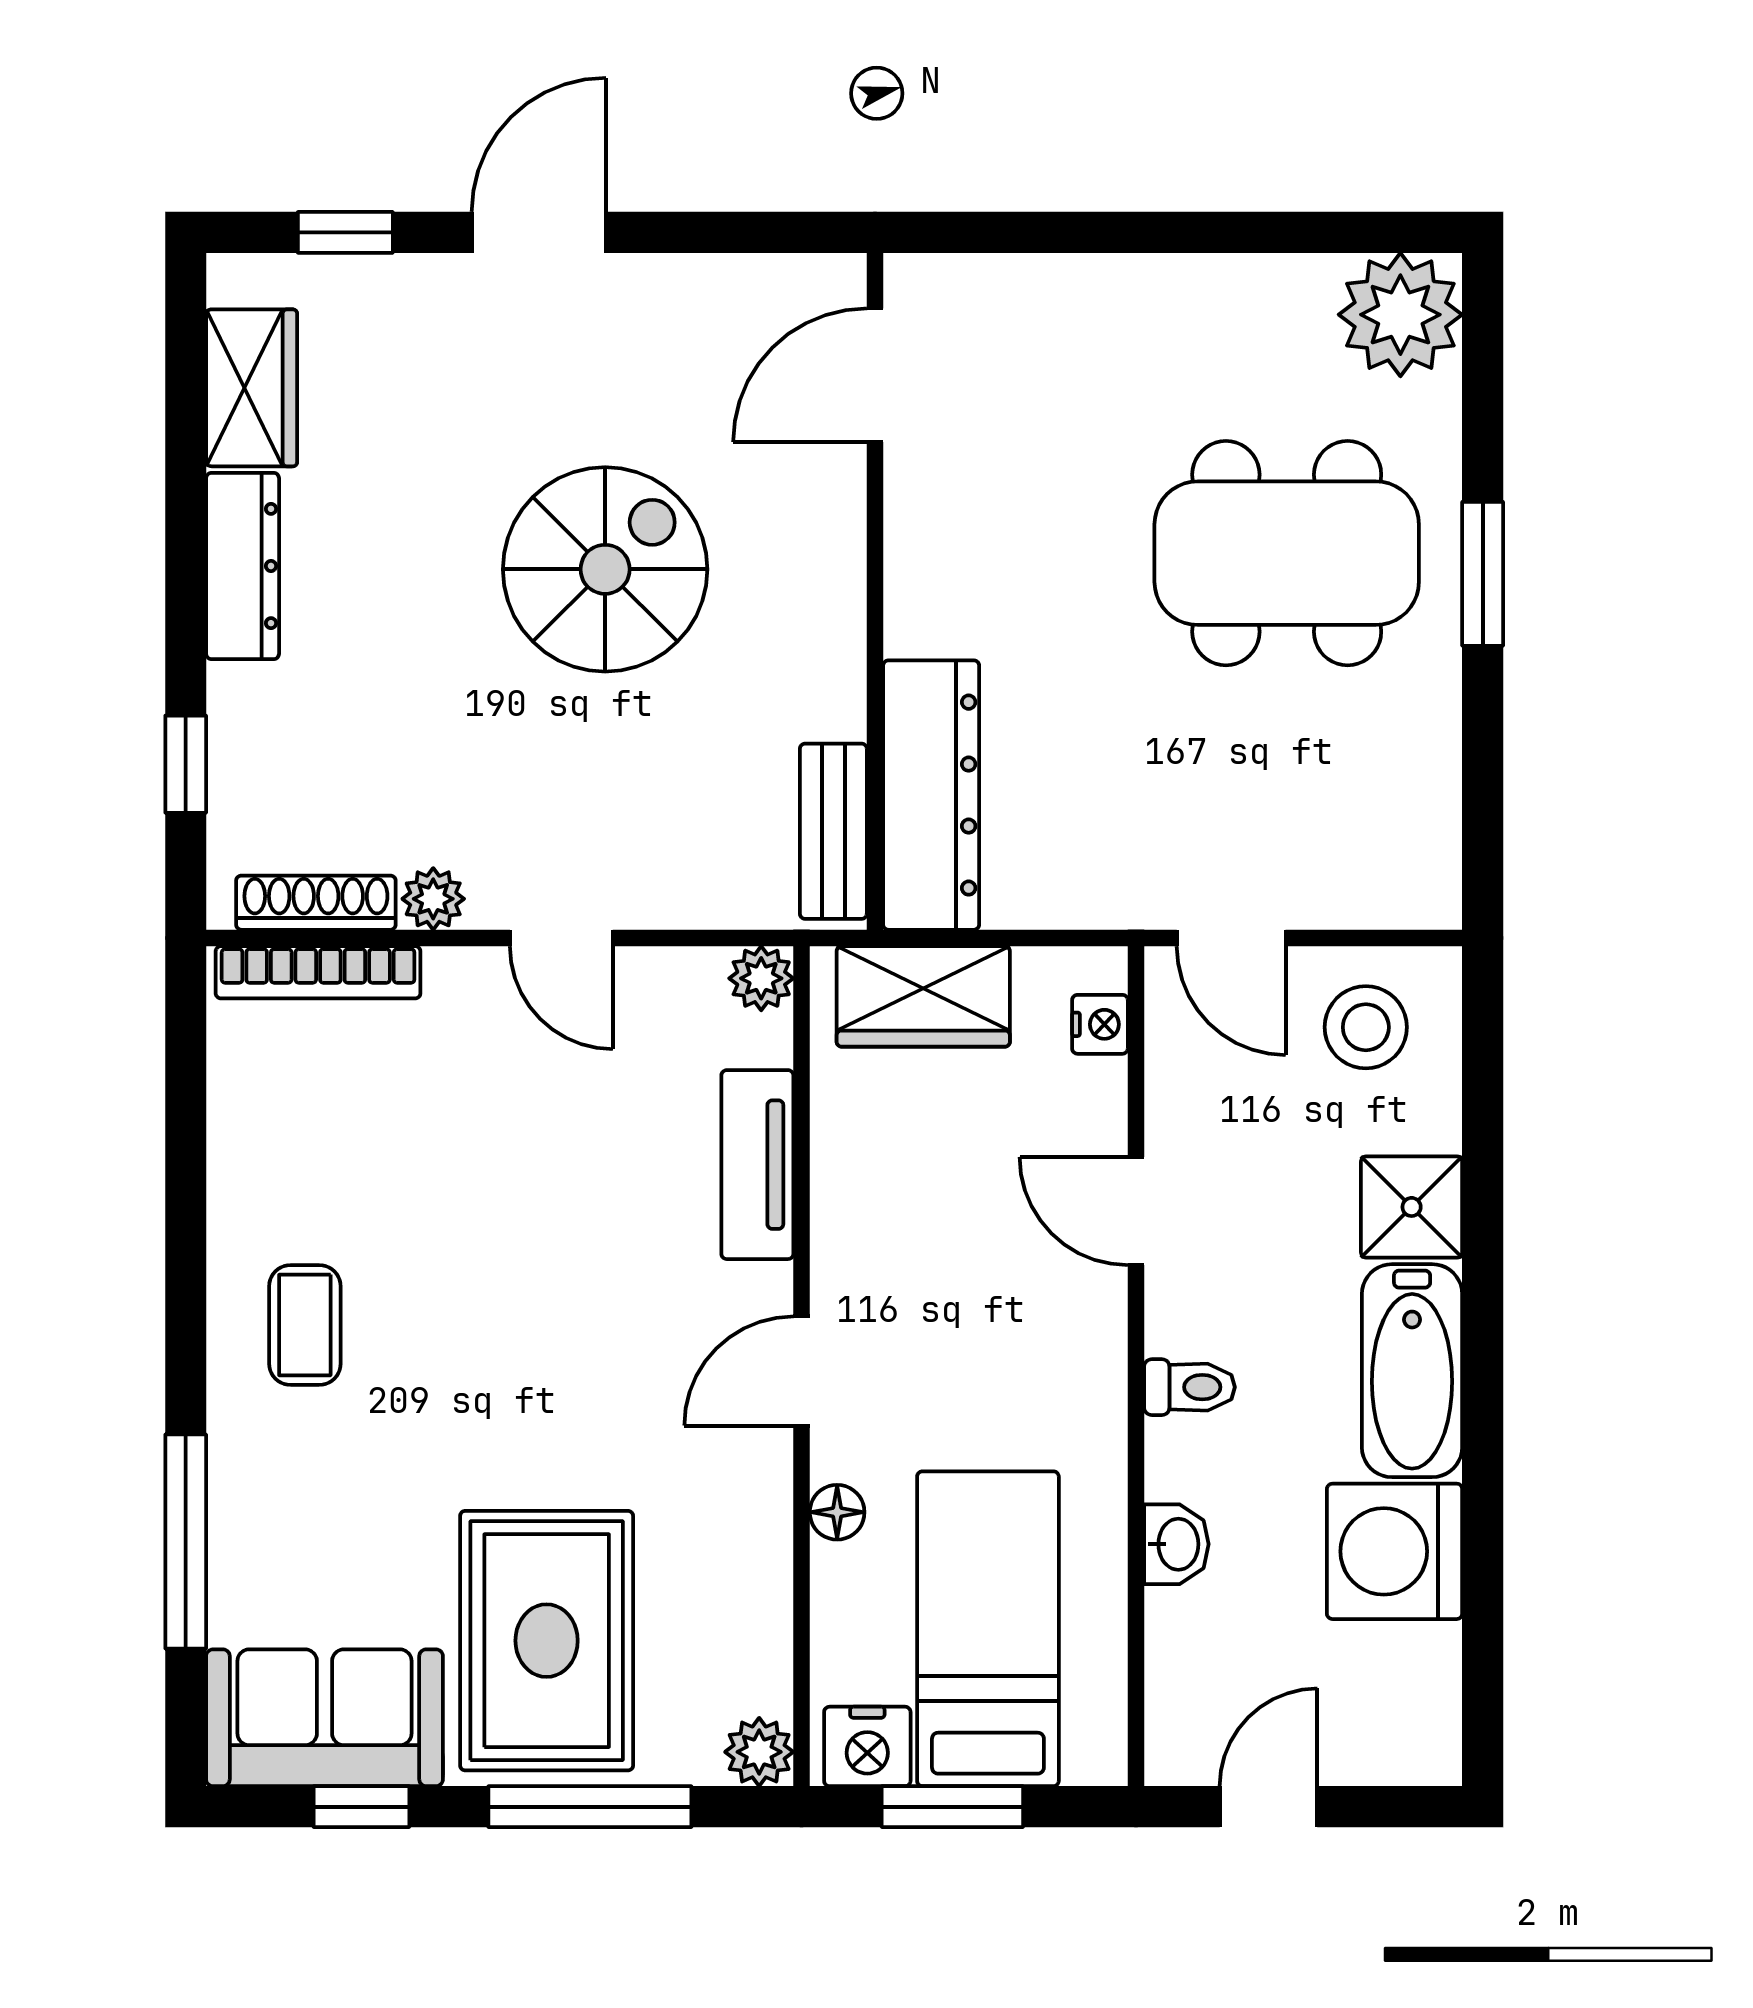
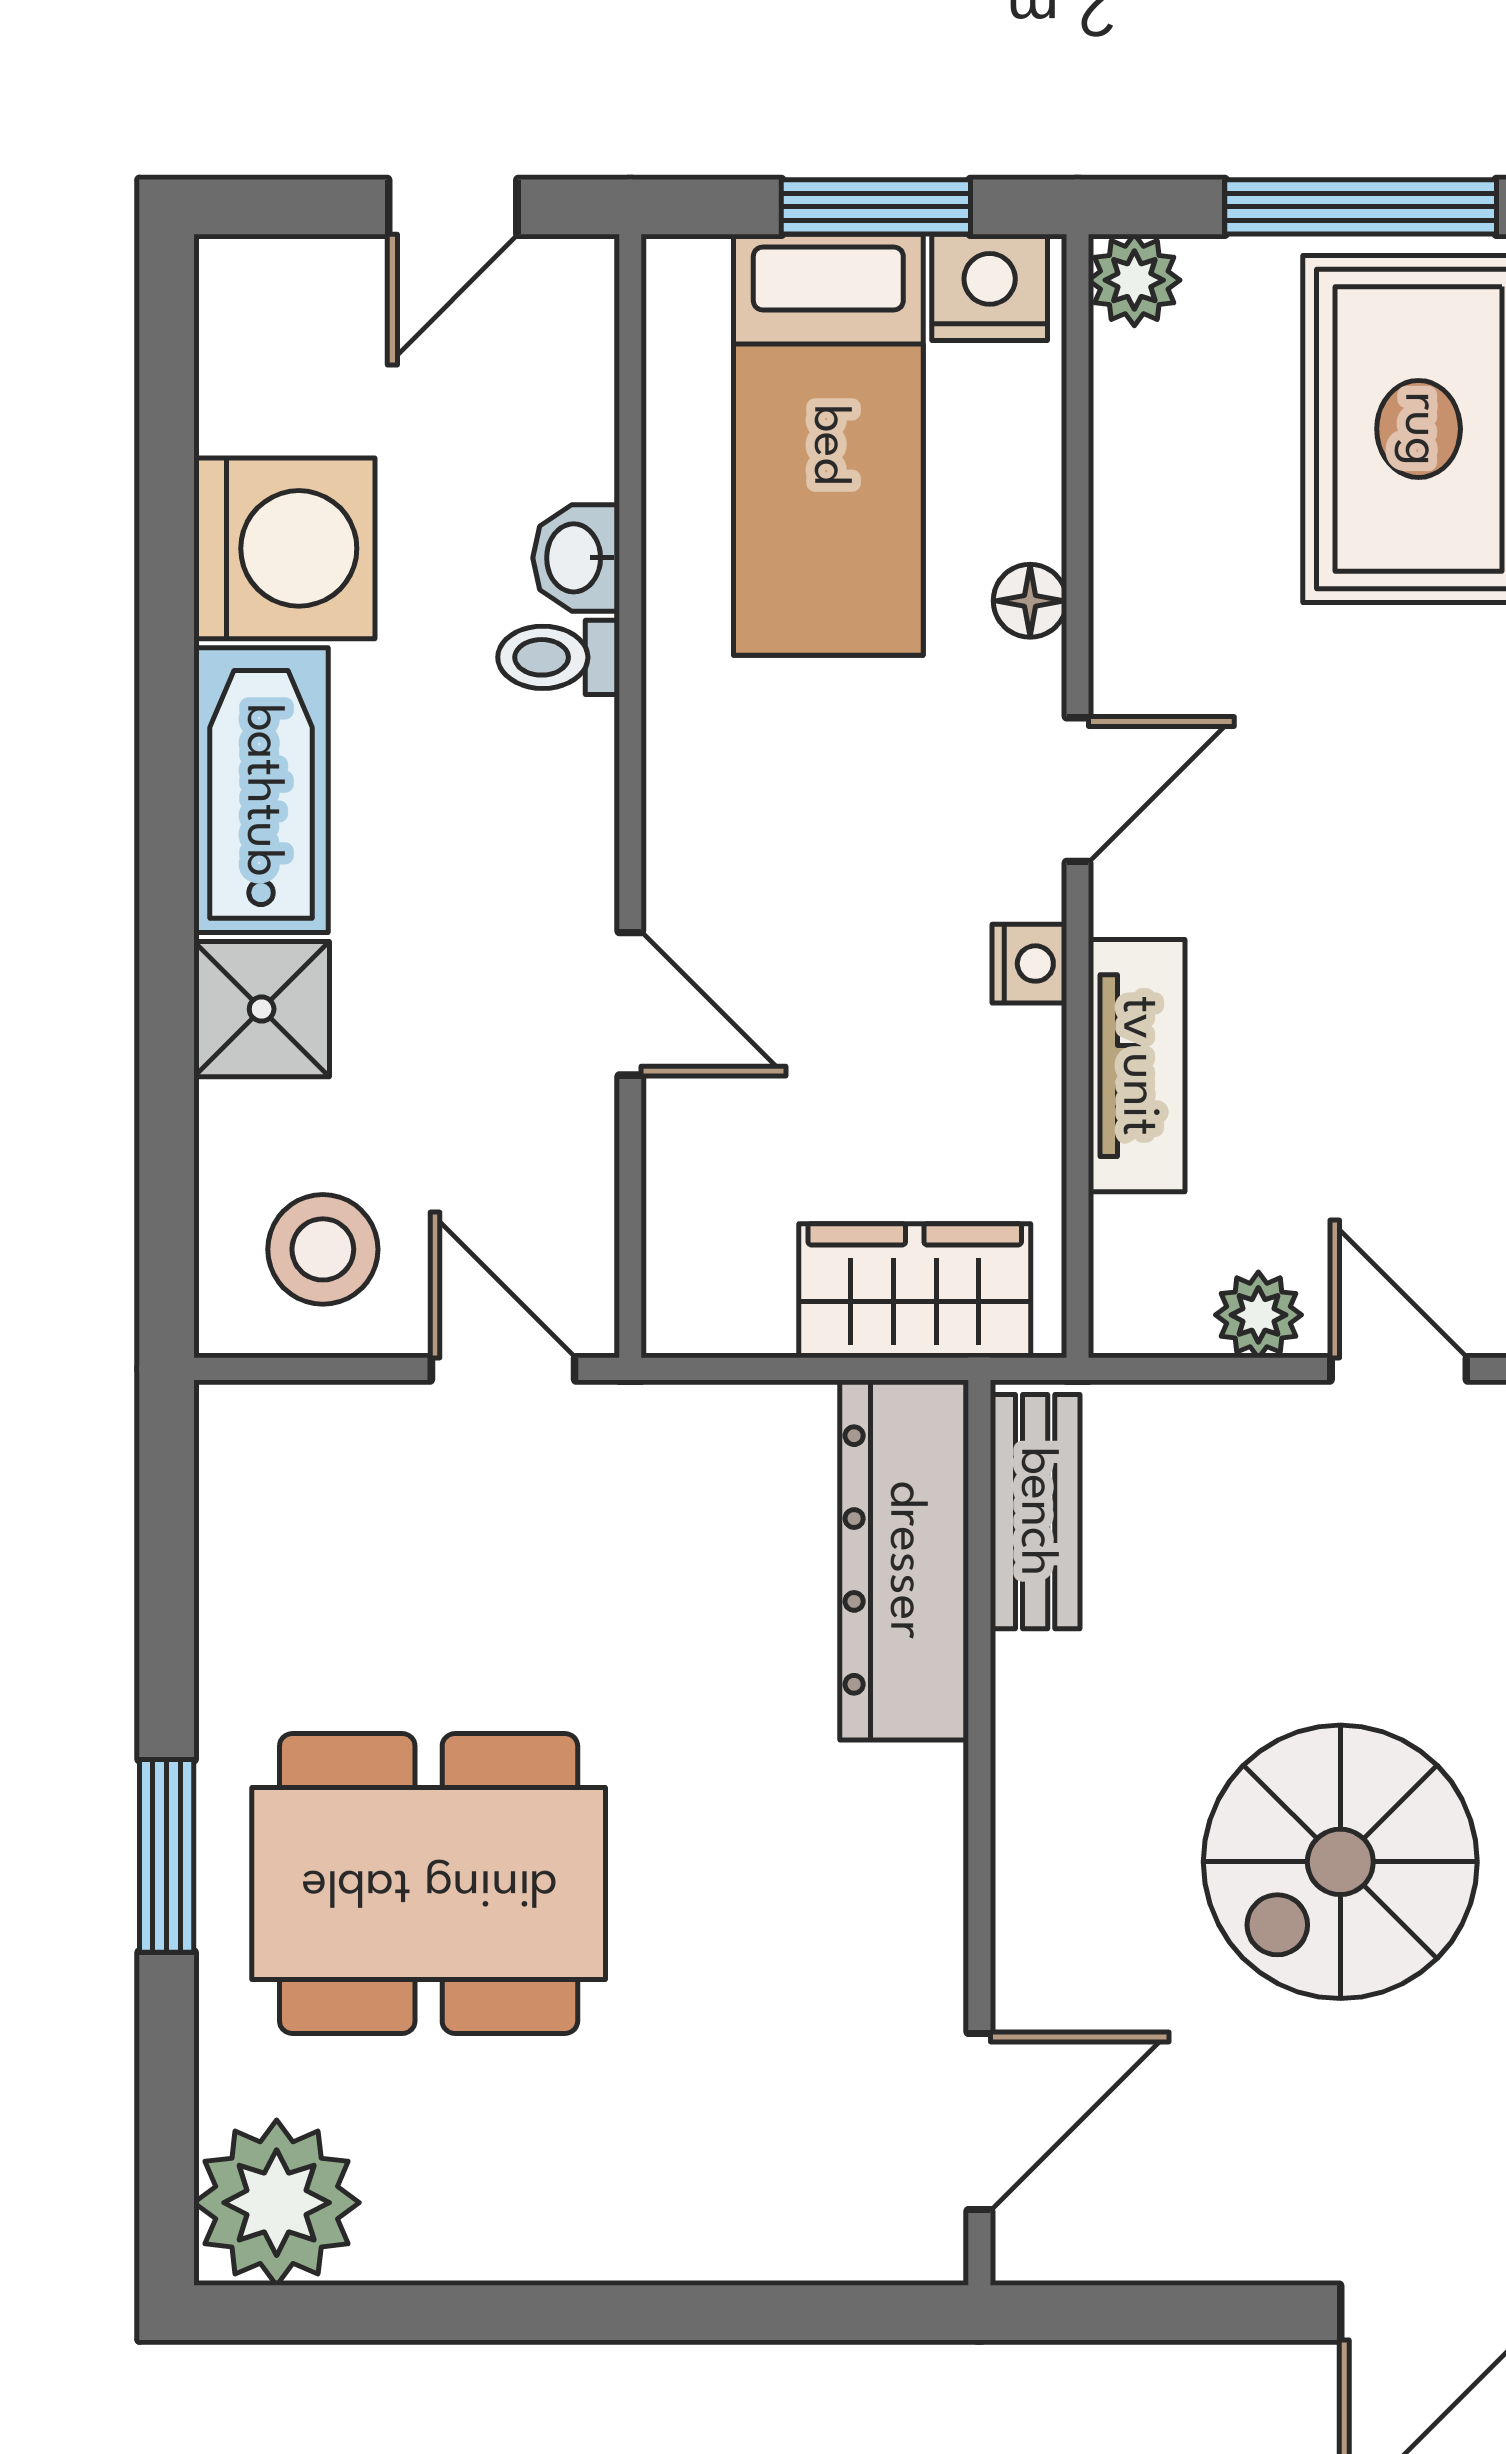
plant: (761, 978) -> (1258, 1315), moved
nightstand: (1100, 1024) -> (1029, 964), moved, turned 180
toilet: (1190, 1387) -> (559, 657), moved

